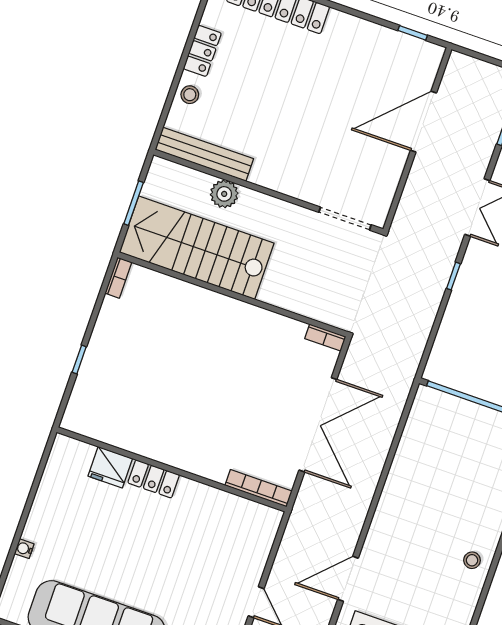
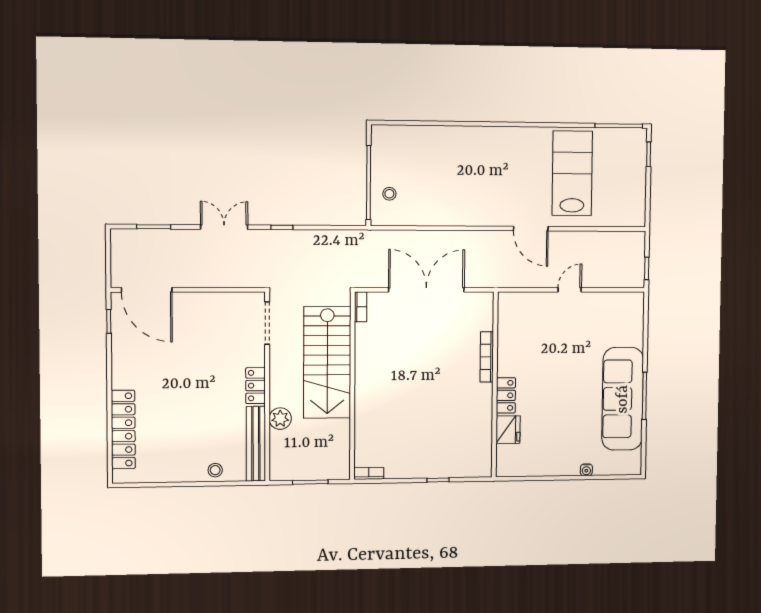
locker: (202, 51) -> (256, 386), moved, turned -90
door: (424, 122) -> (147, 290), moved
stairs: (197, 248) -> (327, 362), moved
bookcase: (259, 488) -> (487, 357), moved
stool: (472, 560) -> (389, 194), moved

